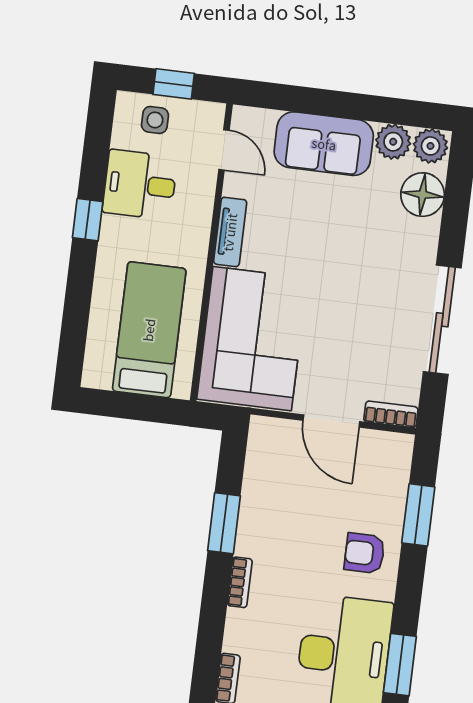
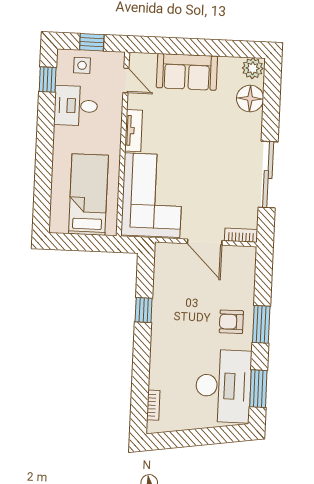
plant: (393, 142) -> (230, 67), removed
window: (88, 220) -> (48, 79), moved
window: (418, 515) -> (261, 324), moved
window: (224, 523) -> (144, 310), width x0.67
bookcase: (240, 582) -> (156, 346), removed

